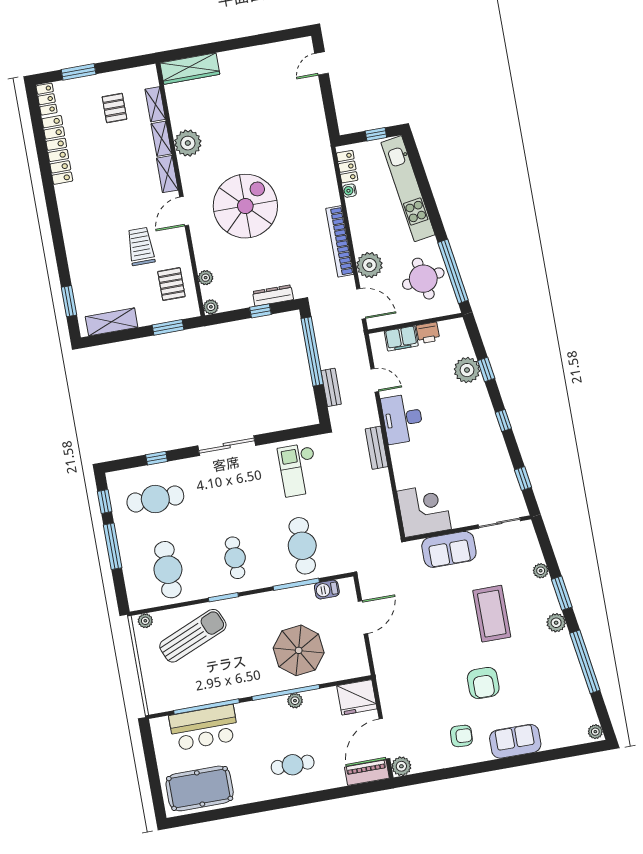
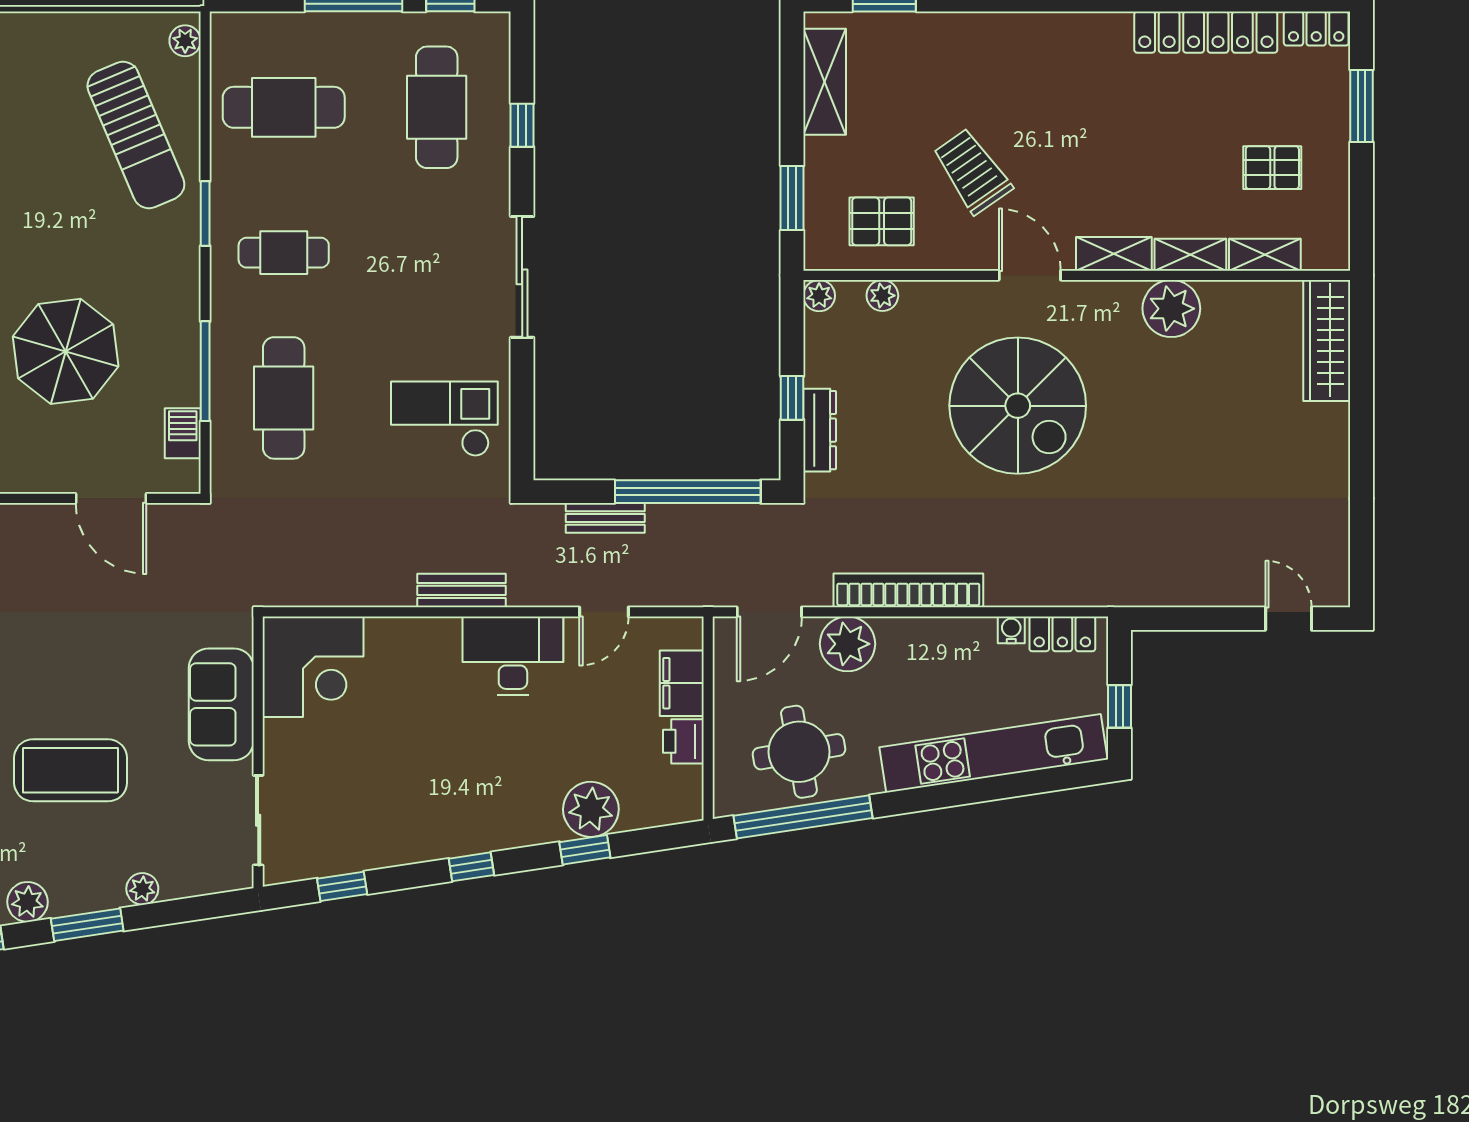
trolley: (141, 246) -> (972, 171), turned -125
cafe table: (302, 546) -> (284, 398), turned 90

